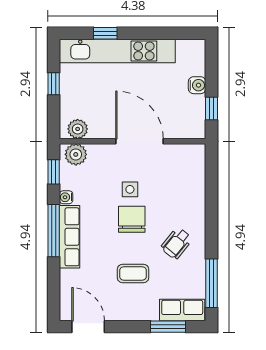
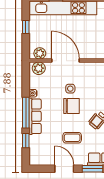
door: (139, 141) -> (66, 61), moved
window: (54, 172) -> (26, 141), moved
chair: (132, 219) -> (71, 106), turned 90
door: (88, 327) -> (64, 169), moved

